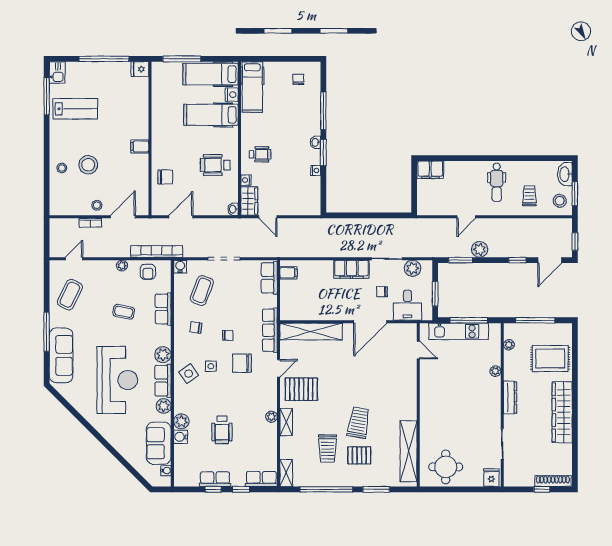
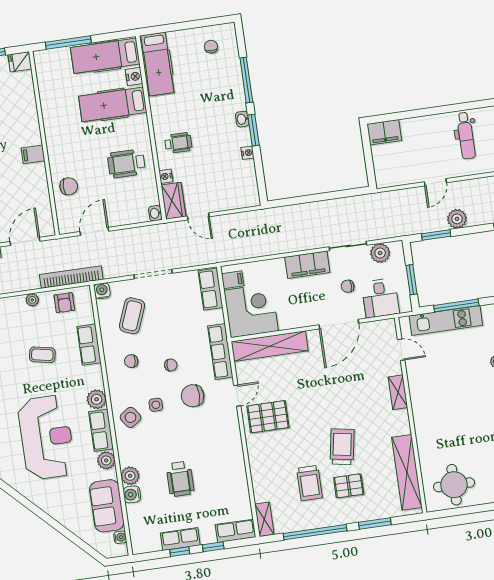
corner desk: (300, 300) -> (251, 311), added
plant: (271, 417) -> (237, 455), removed
shelving: (286, 422) -> (398, 392), moved

